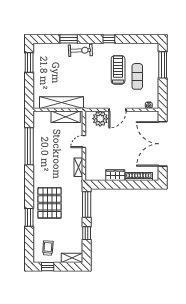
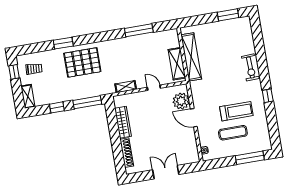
window: (69, 39) -> (260, 53), removed
double door: (163, 144) -> (166, 172), width x0.54
window: (29, 146) -> (139, 30), width x0.68
wardrobe: (115, 175) -> (123, 122), width x1.50

